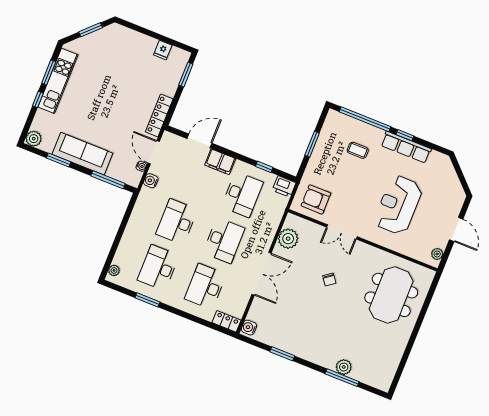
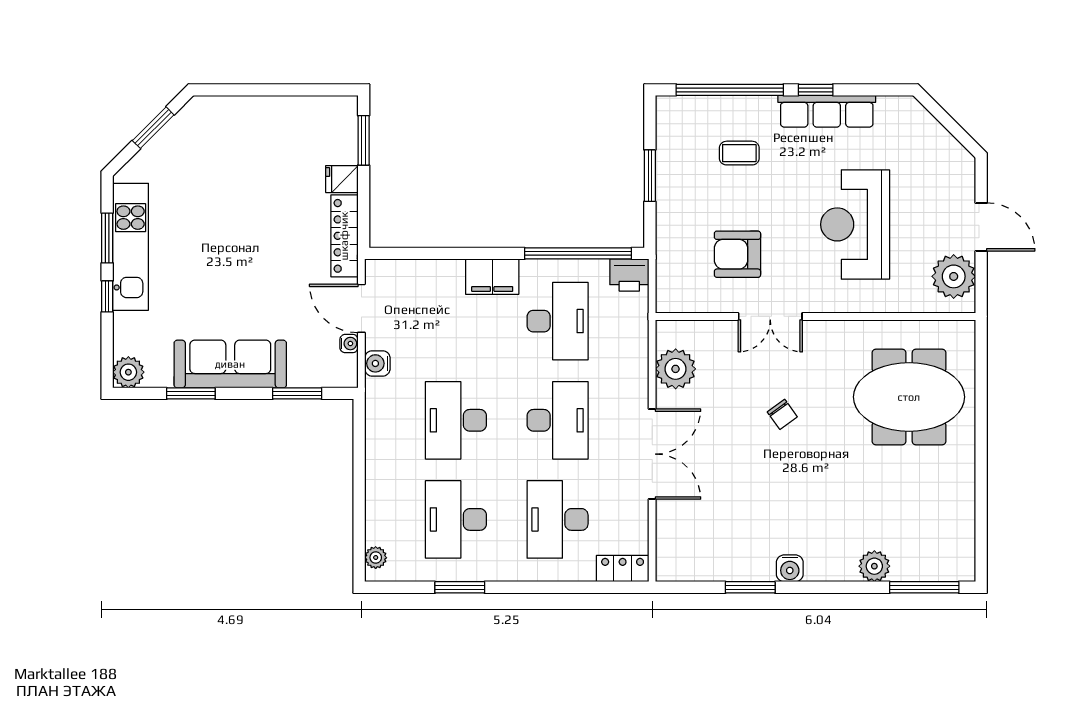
fridge: (163, 50) -> (342, 179), moved, turned 90
door: (199, 141) -> (438, 253), removed
window: (264, 167) -> (578, 253), width x3.17
window: (108, 180) -> (297, 393), width x0.69
armchair: (316, 199) -> (737, 254), moved
plant: (437, 254) -> (954, 276), width x1.88, depth x1.88
meeting table: (391, 295) -> (909, 397), turned 90
water cooler: (249, 328) -> (790, 568), moved, turned -90
window: (342, 378) -> (924, 587), moved

